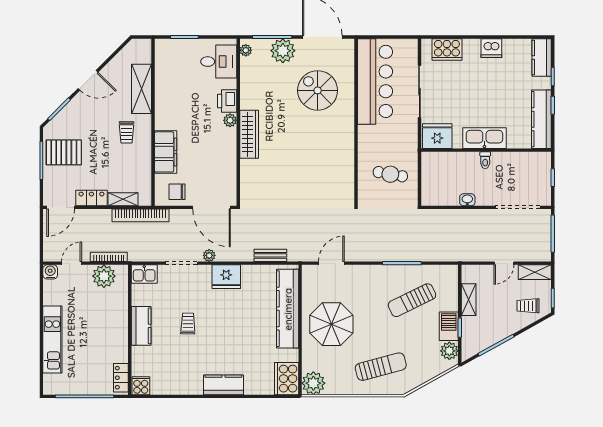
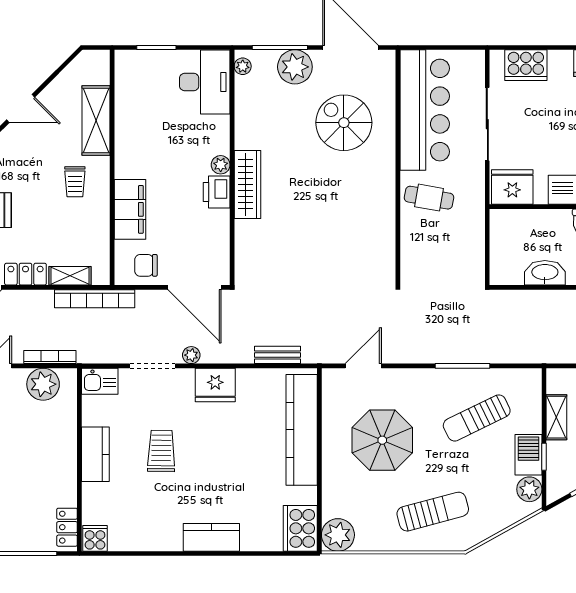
desk: (219, 62) -> (205, 82), width x1.37
printer: (227, 101) -> (217, 192), moved
cafe table: (390, 174) -> (429, 198), moved
washbasin: (467, 200) -> (545, 273), width x1.91, depth x1.45
trolley: (188, 324) -> (161, 451), width x1.36, depth x1.39
parasol: (331, 324) -> (382, 440), moved

